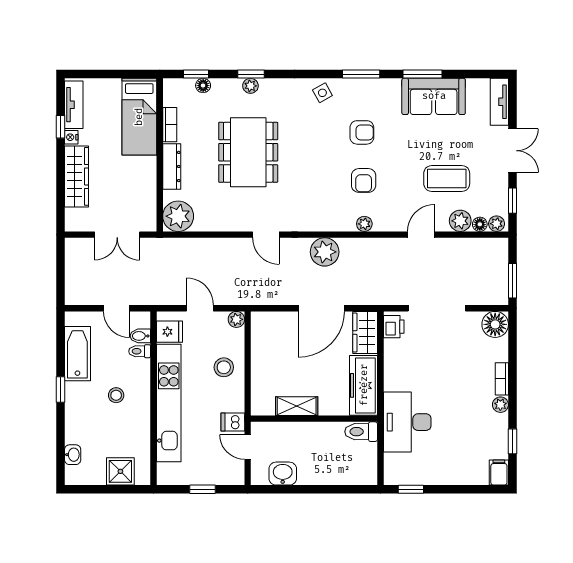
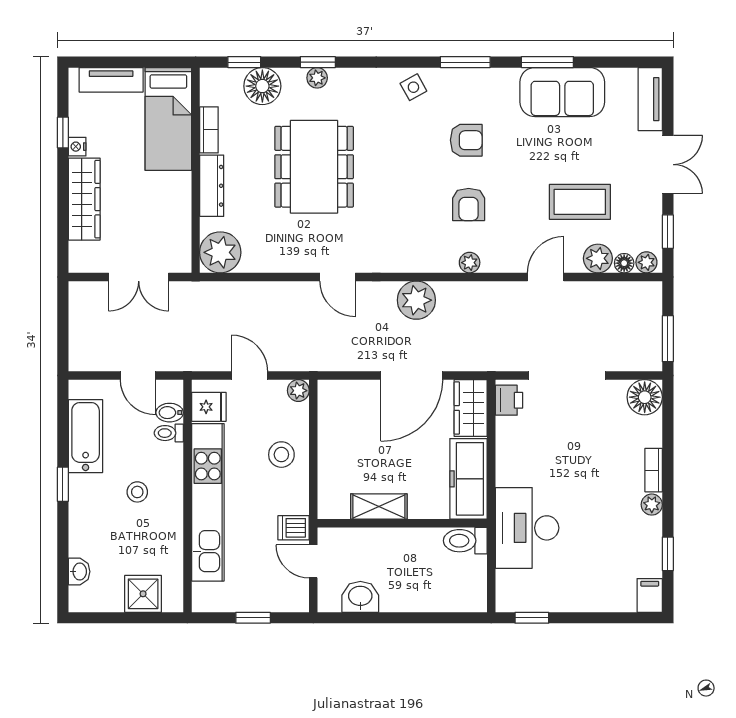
floor lamp: (203, 86) -> (262, 86), width x1.89, depth x1.89
tv unit: (74, 105) -> (111, 80), moved, turned 90

